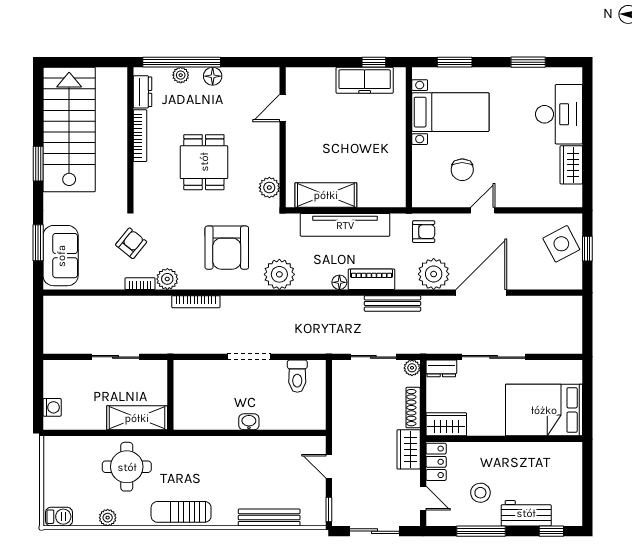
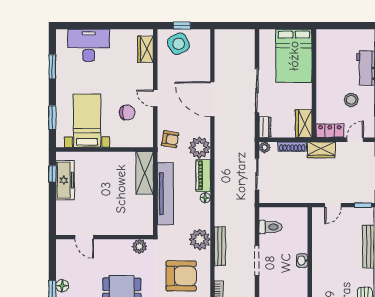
wardrobe: (571, 165) -> (146, 49), moved, turned 90
shelving: (326, 195) -> (145, 173), moved
armchair: (424, 232) -> (170, 139), turned 100
plant: (434, 274) -> (199, 148), moved
bench: (392, 303) -> (220, 246), moved

